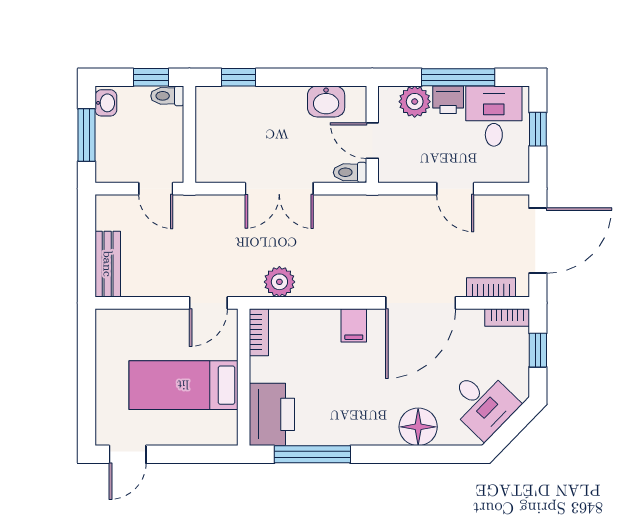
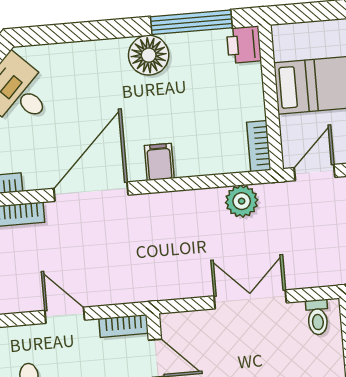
toilet: (350, 172) -> (317, 317), moved, turned 90
bookcase: (401, 174) -> (124, 326), added
printer: (272, 414) -> (244, 45), width x0.53, depth x0.68
floor lamp: (418, 427) -> (149, 55), moved

